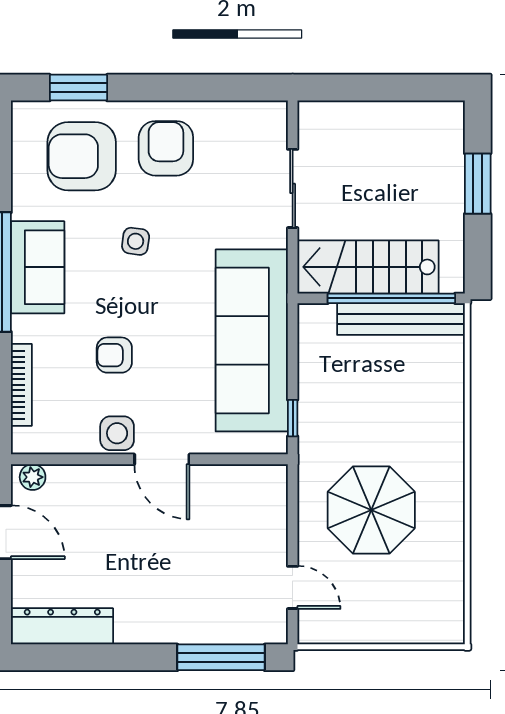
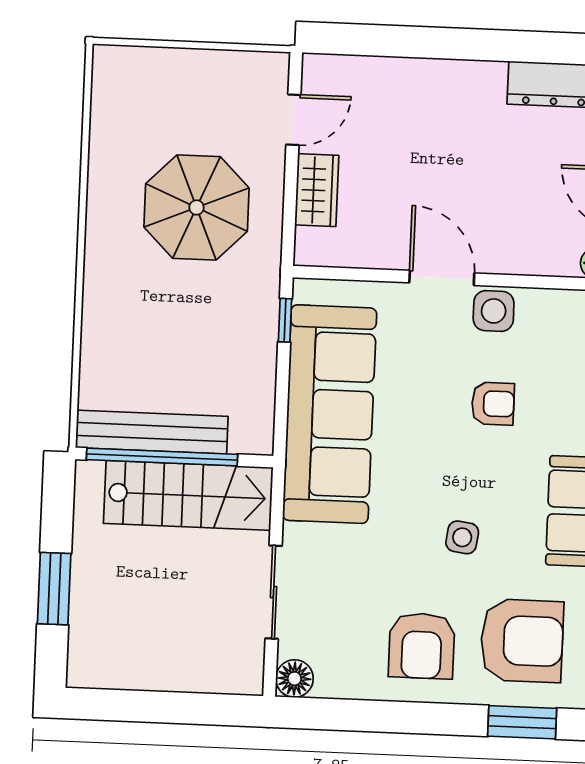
floor lamp: (272, 116) -> (294, 679), added
wardrobe: (270, 529) -> (317, 190), added
door: (293, 587) -> (293, 120), swing flipped
window: (221, 657) -> (382, 41), removed

